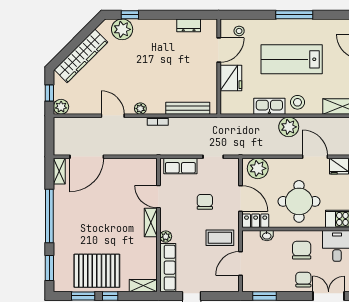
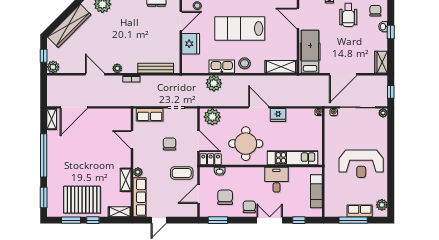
plant: (289, 127) -> (214, 83), moved
shelving: (151, 223) -> (126, 180), moved
chair: (302, 250) -> (225, 197), moved

